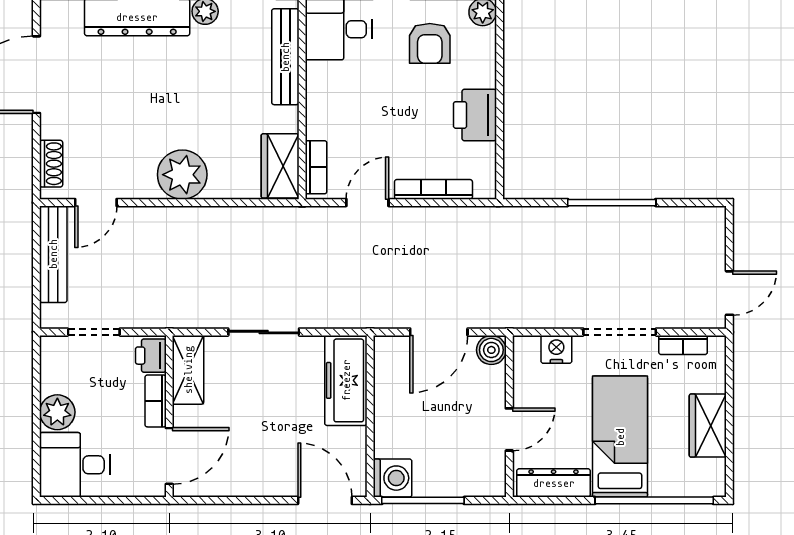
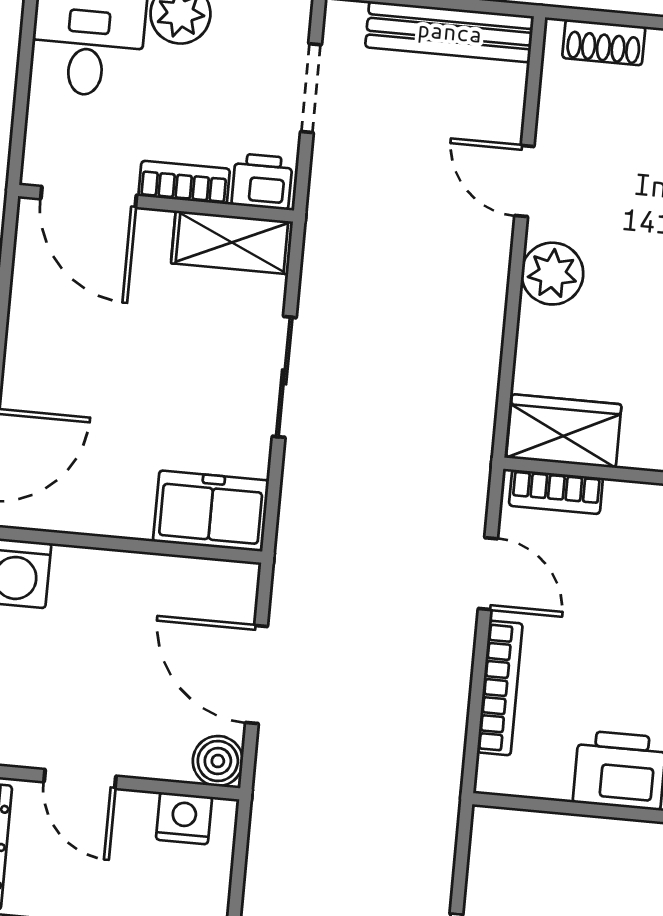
plant: (182, 175) -> (552, 274), width x0.73, depth x0.73
door: (96, 203) -> (524, 181), moved
nightstand: (556, 349) -> (184, 818), moved, turned -90
freezer: (346, 380) -> (211, 511), width x0.71

